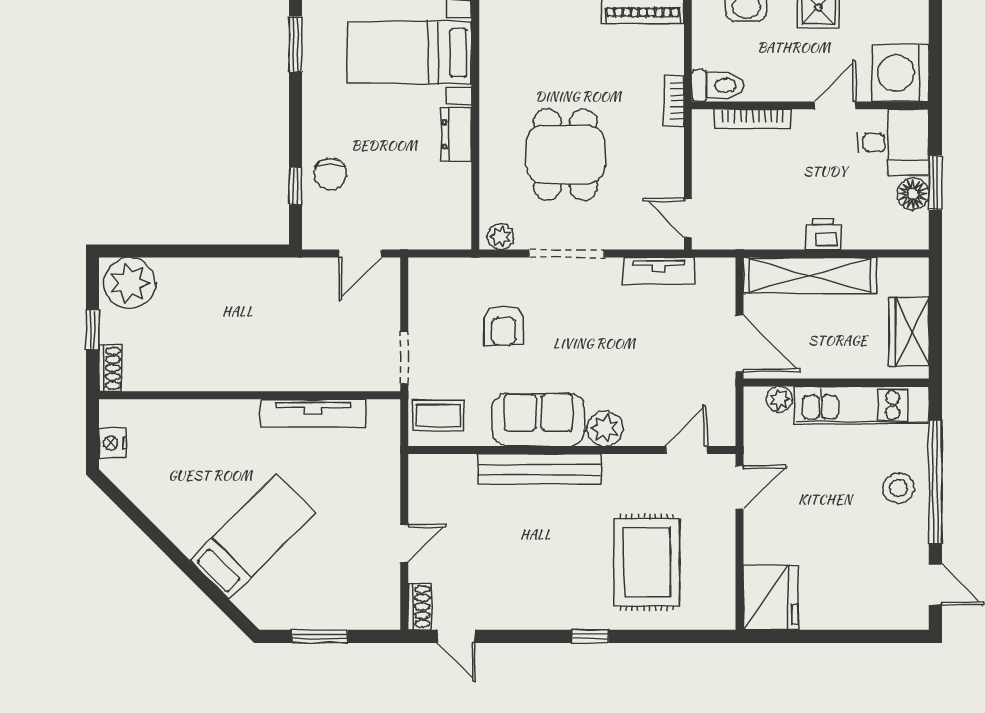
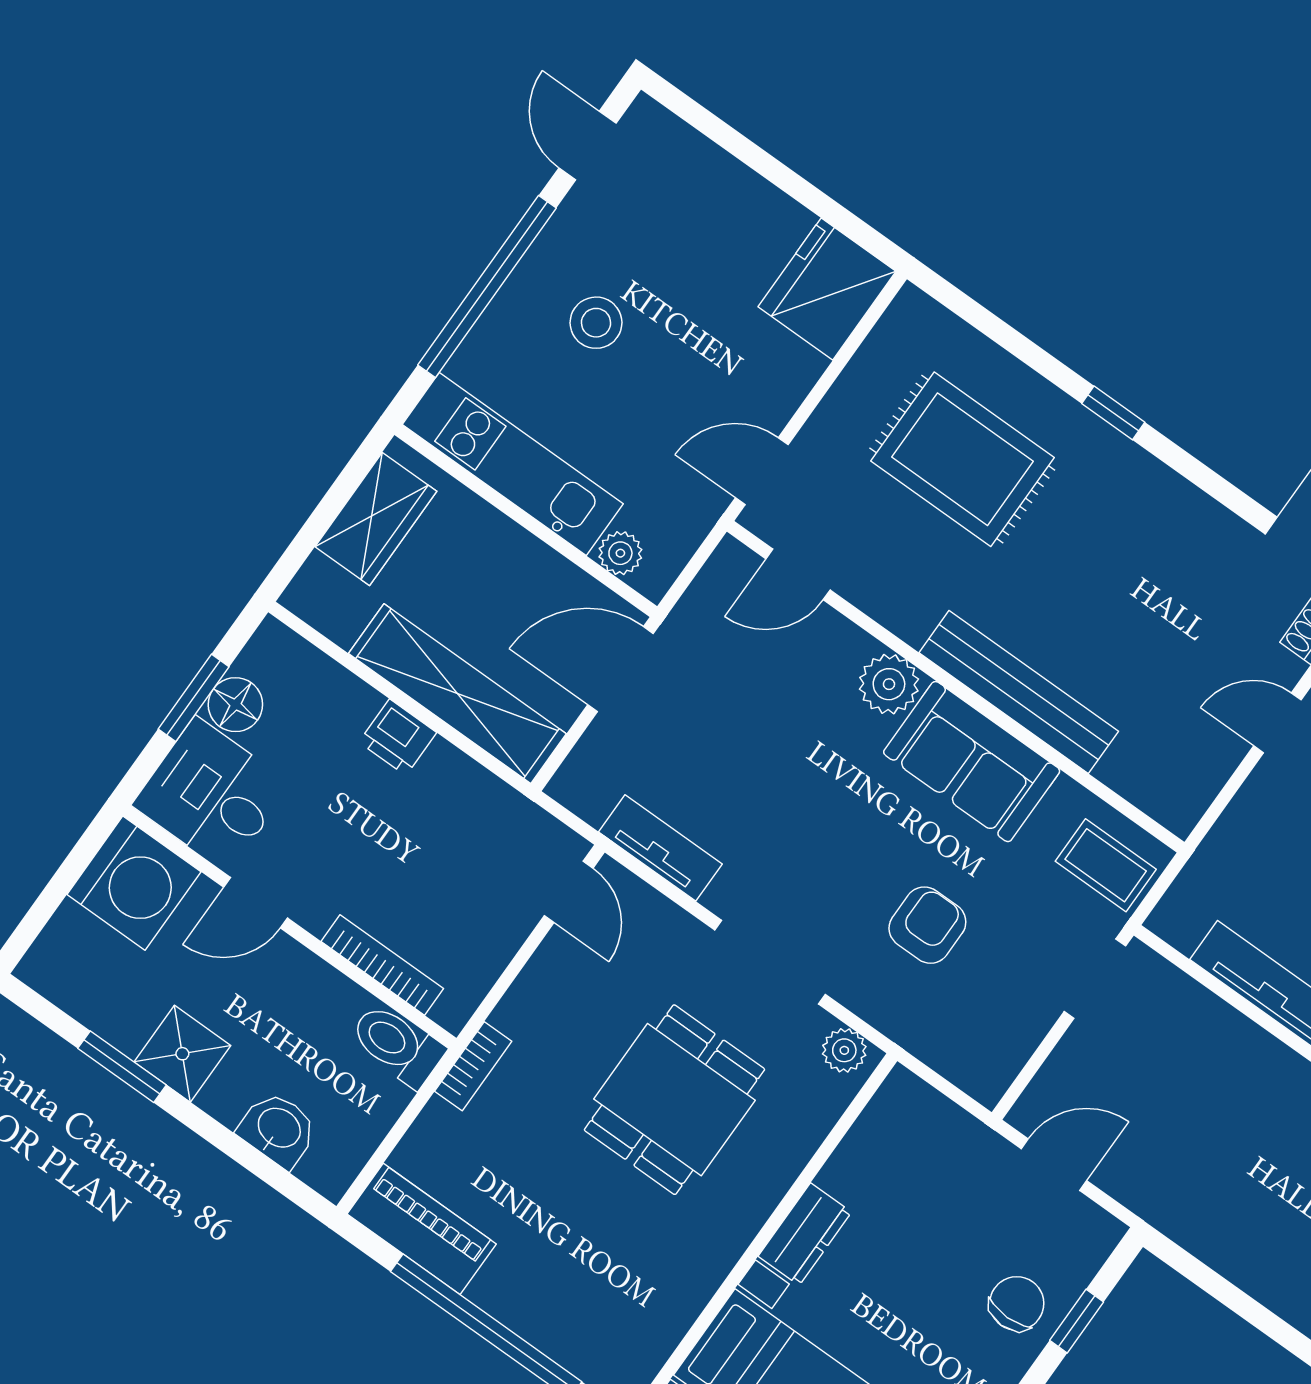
door: (739, 343) -> (621, 669), hinge flipped
stool: (899, 488) -> (596, 323), moved
rug: (647, 562) -> (962, 459), turned 90

